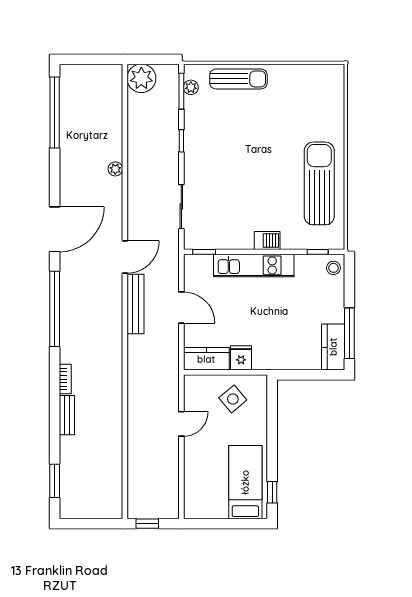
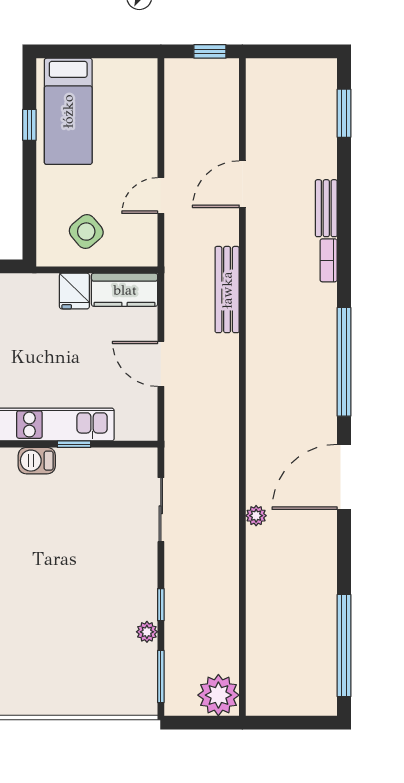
sun lounger: (238, 79) -> (78, 694), removed
plant: (191, 87) -> (147, 632), moved
plant: (115, 169) -> (256, 516), moved
window: (204, 252) -> (74, 444), moved
door: (125, 257) -> (242, 184), moved
bench: (135, 304) -> (227, 290), moved
window: (272, 492) -> (29, 125), moved

